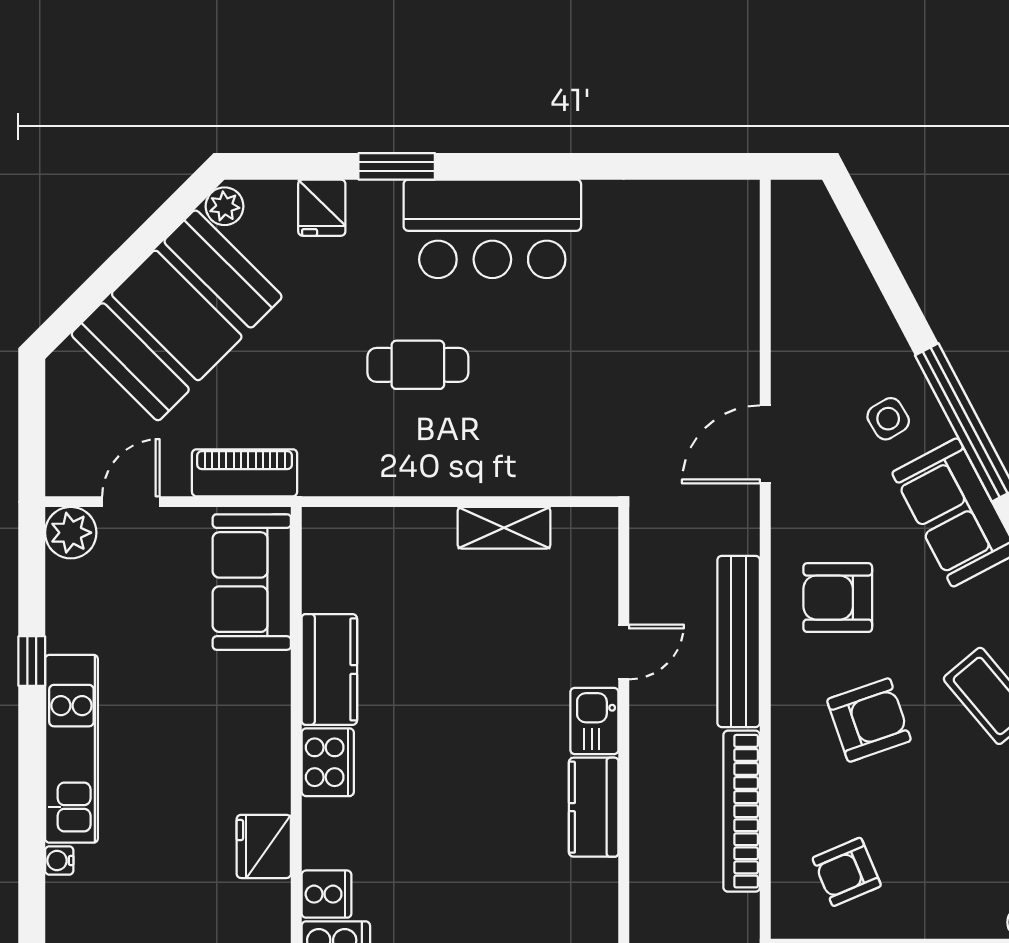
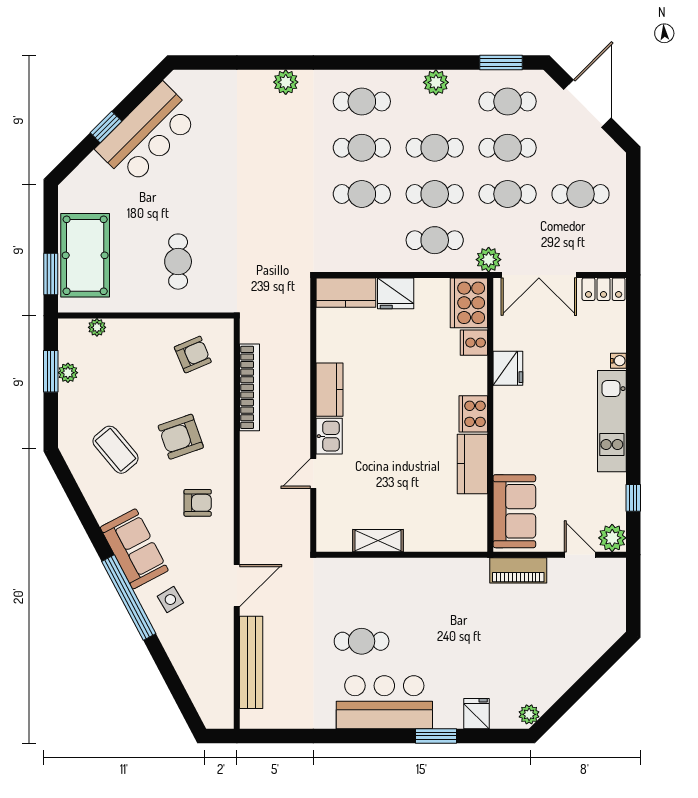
booth: (177, 315) -> (555, 655), removed
cafe table: (418, 365) -> (362, 641), moved
door: (131, 502) -> (580, 555), swing flipped
armchair: (838, 598) -> (198, 503), width x0.72, depth x0.72
bench: (739, 641) -> (251, 662), moved
window: (32, 661) -> (633, 498), moved

